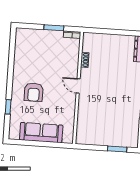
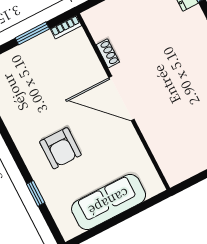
door: (78, 86) -> (122, 98), width x1.88

